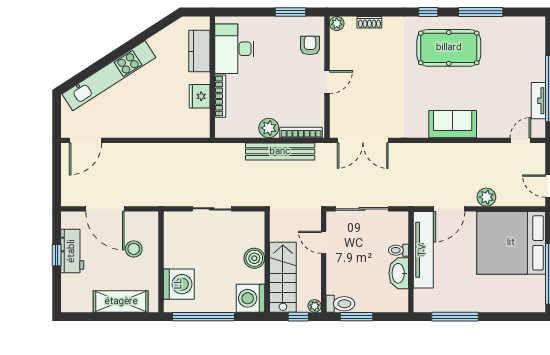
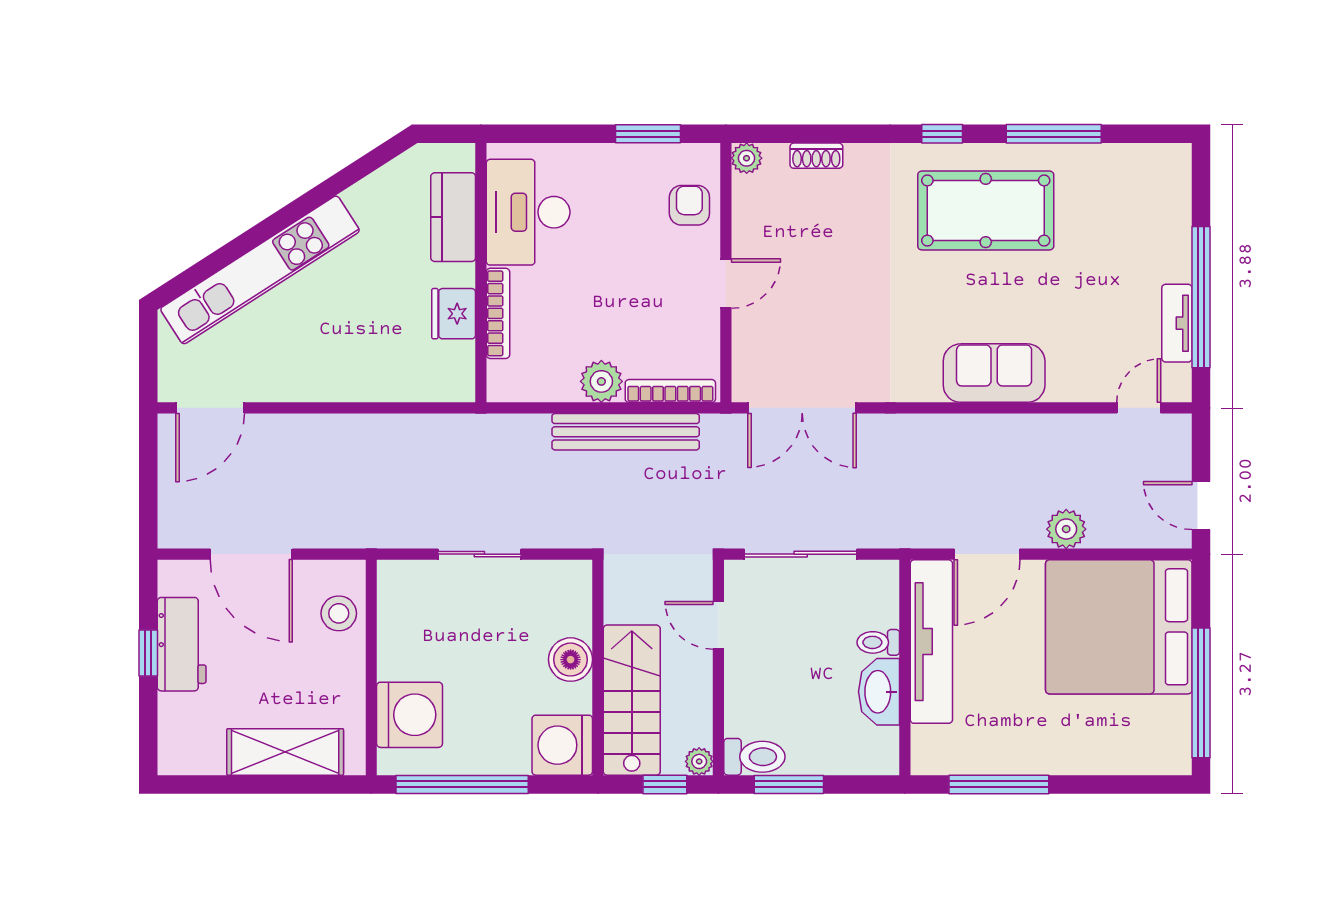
stool: (134, 249) -> (339, 613), moved

